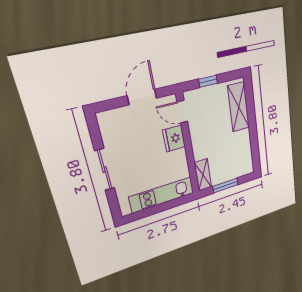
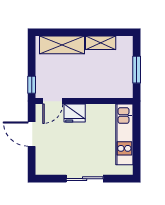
window: (208, 81) -> (32, 85), moved
shelving: (203, 175) -> (101, 43), moved

